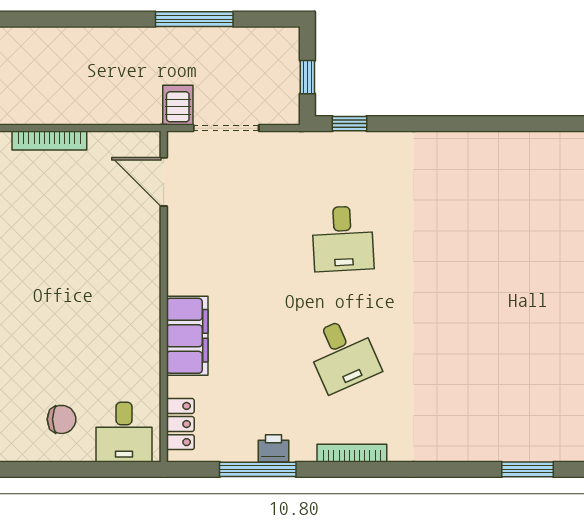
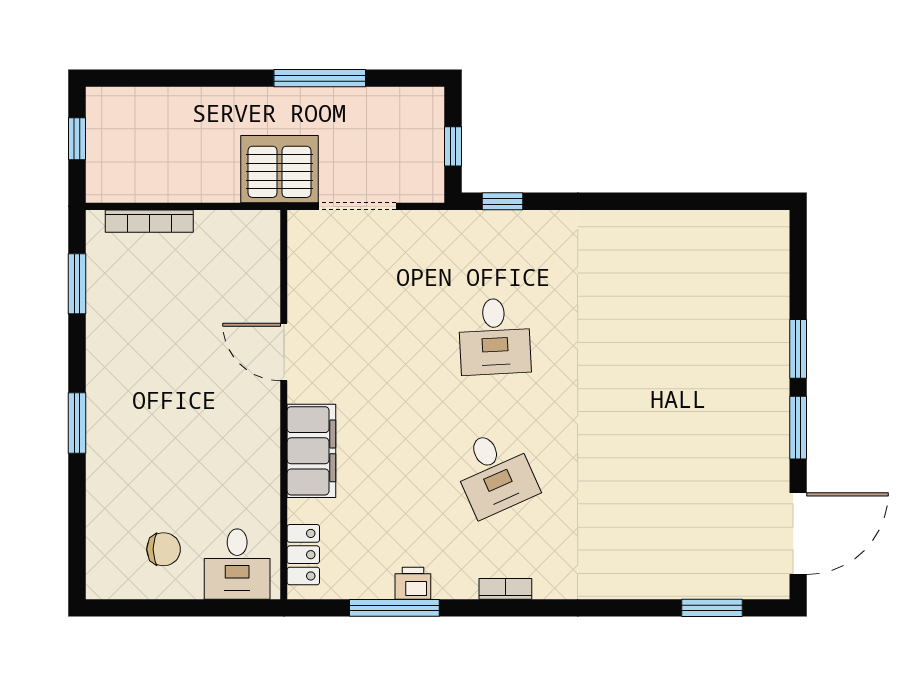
server rack: (178, 105) -> (279, 169), width x2.18, depth x1.44
door: (164, 182) -> (284, 352), moved
bookcase: (352, 453) -> (505, 589), width x0.64

